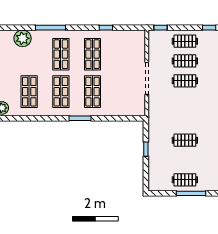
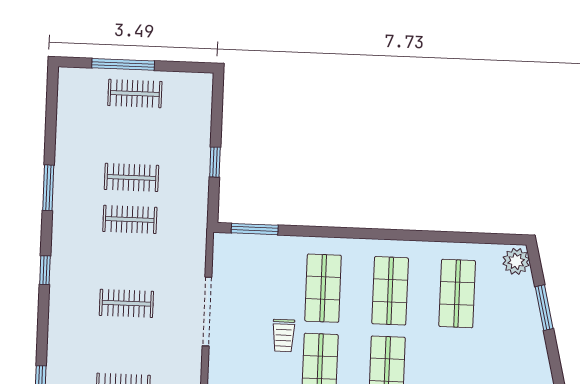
clothes rail: (185, 61) -> (130, 219), moved
trolley: (110, 69) -> (283, 336), added
window: (80, 118) -> (255, 229), moved

